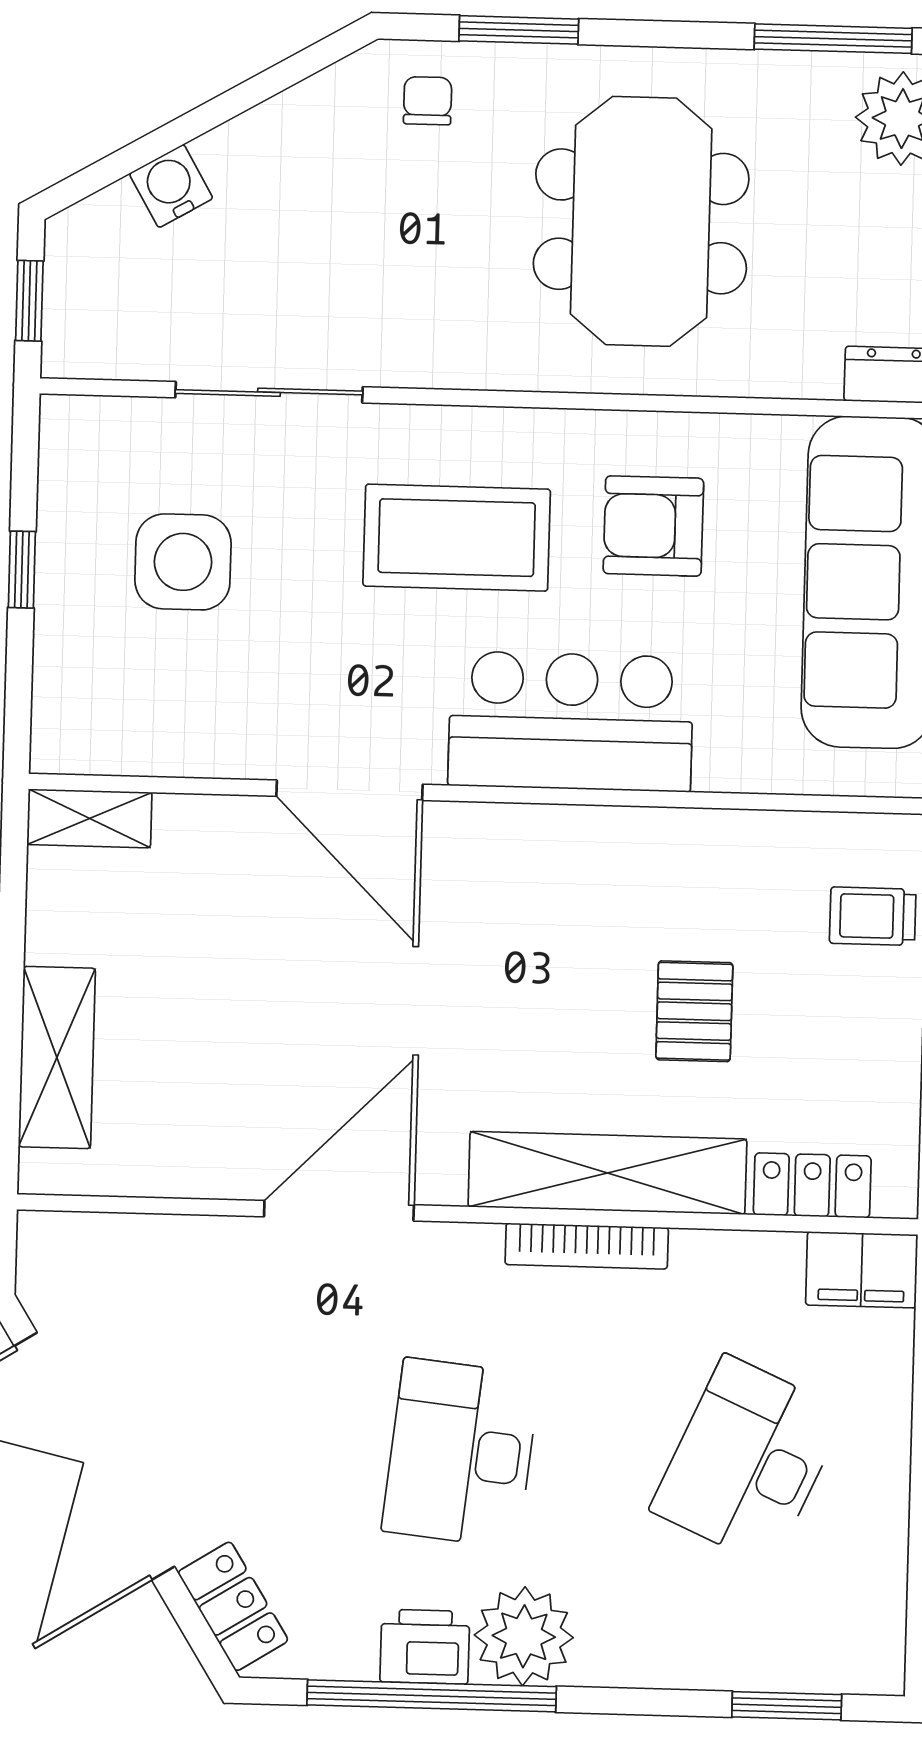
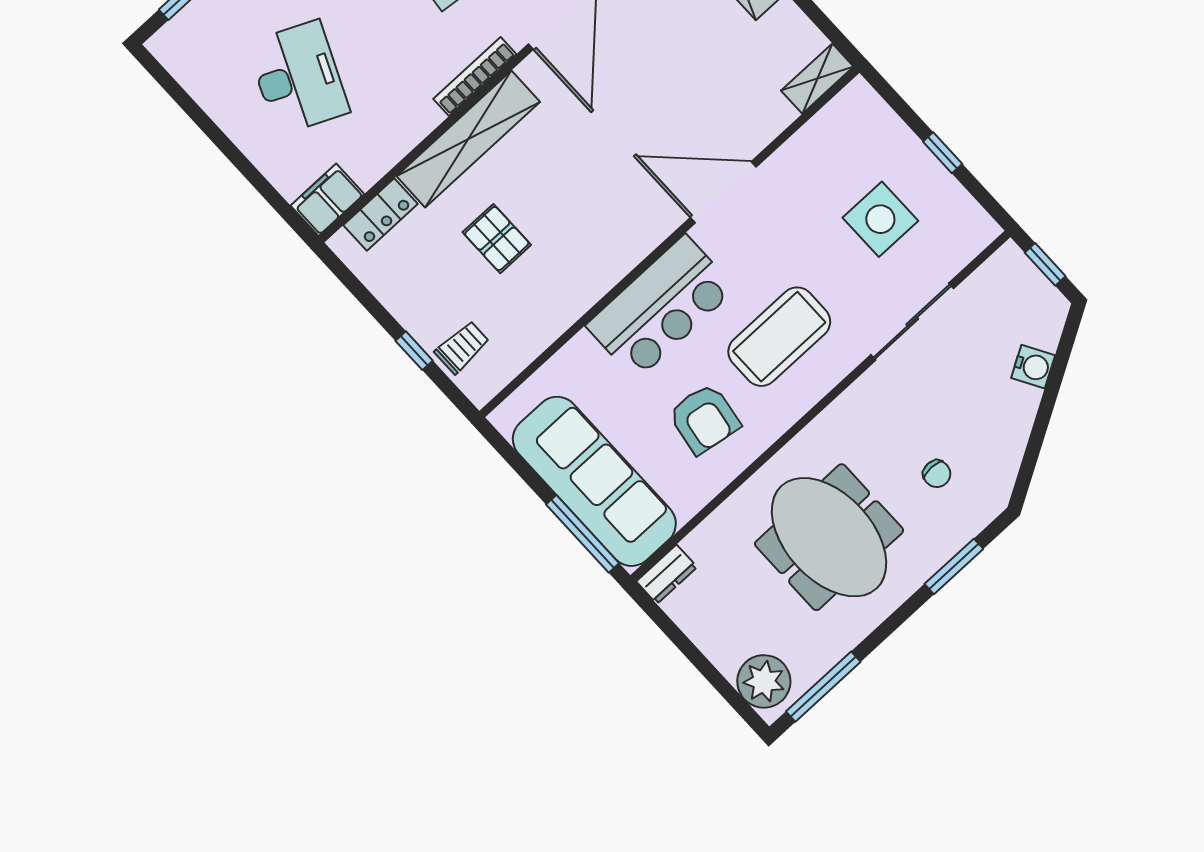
chair: (428, 101) -> (937, 474), moved
armchair: (653, 526) -> (704, 419), turned 99
bookcase: (587, 1246) -> (475, 77), moved

